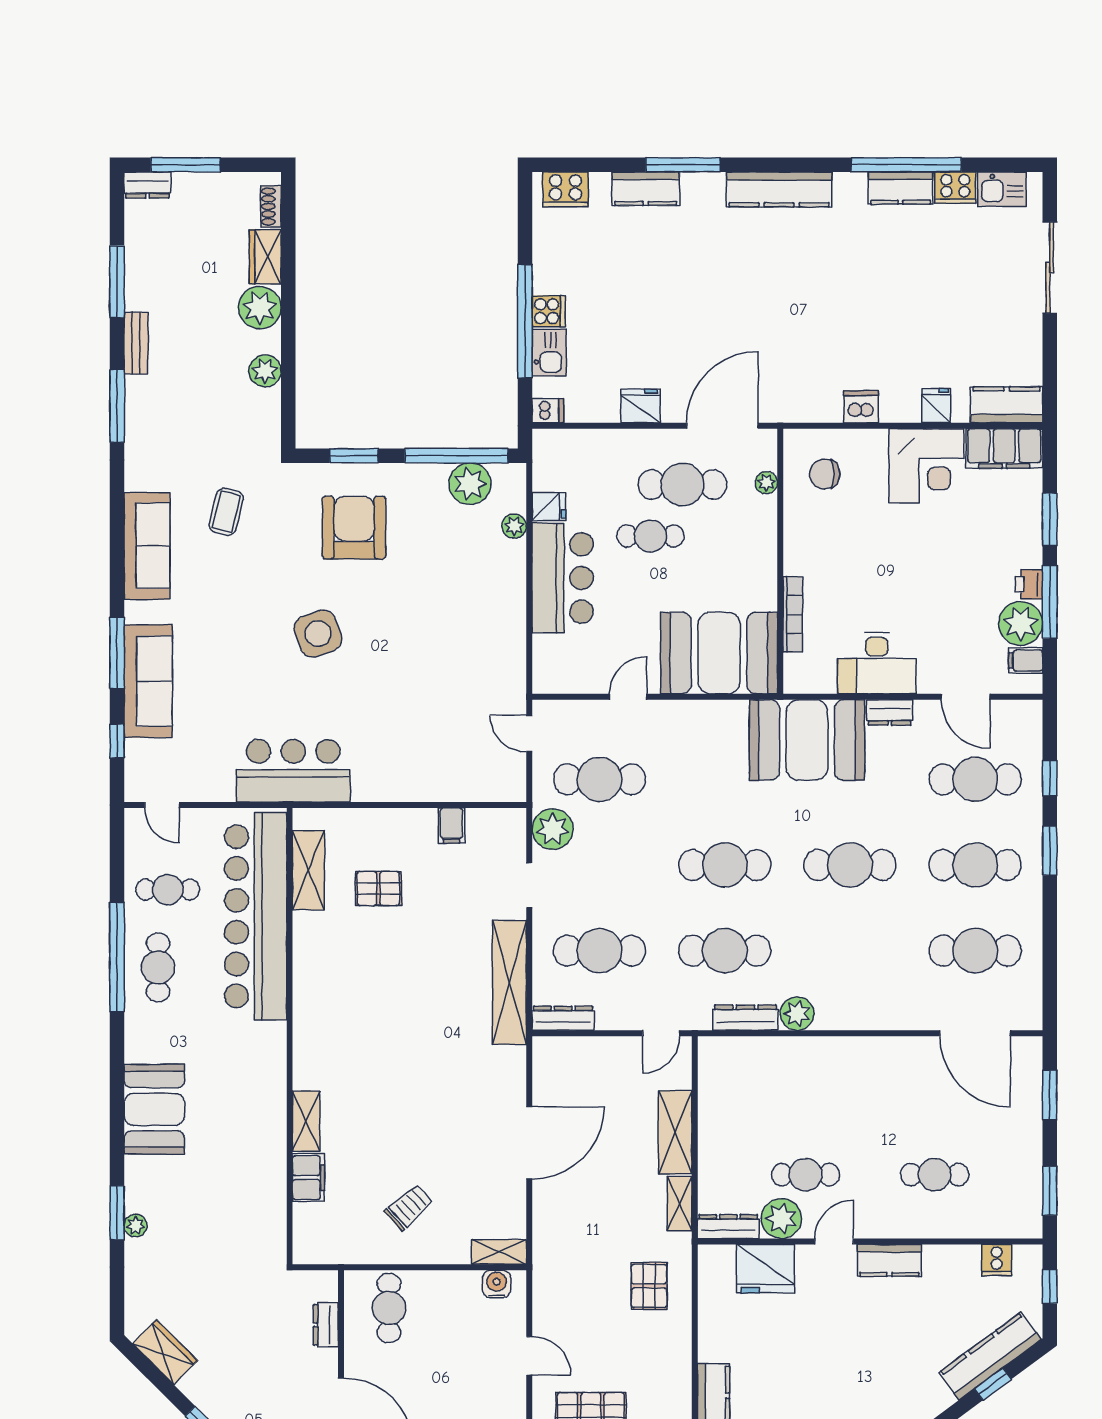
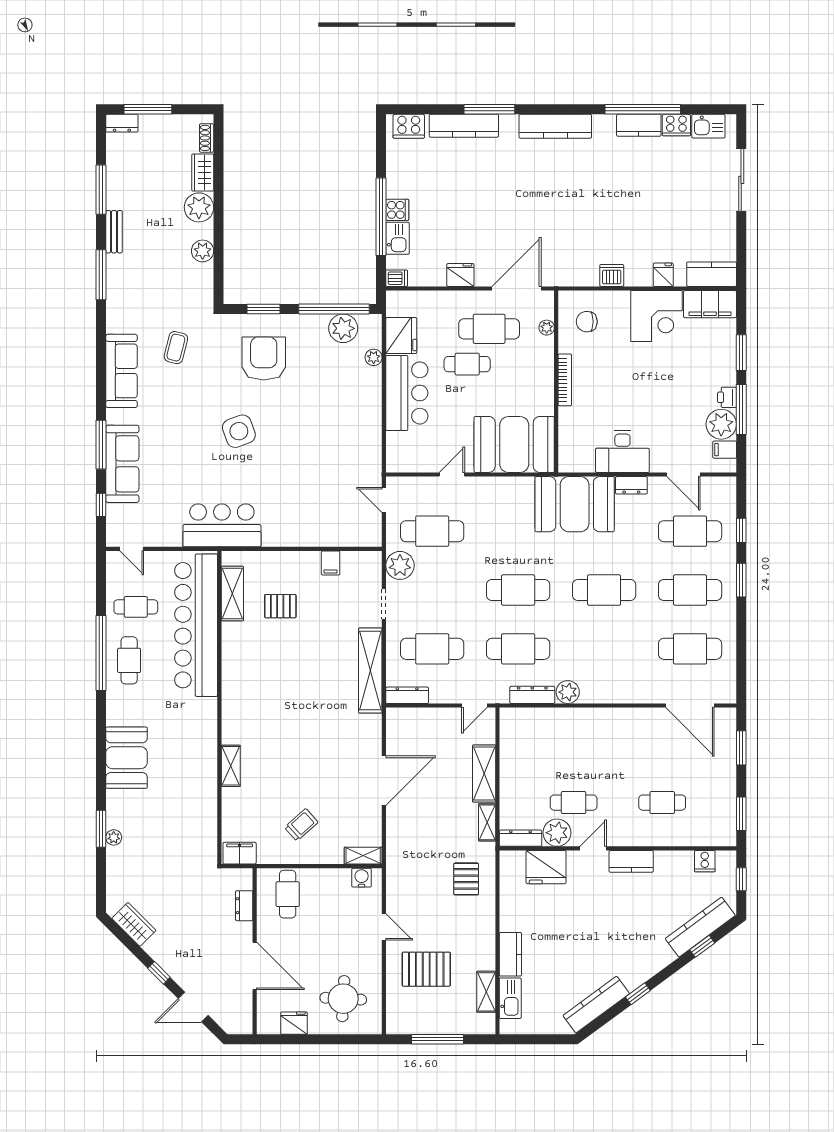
kitchen counter: (646, 189) -> (464, 126), width x1.50
fridge: (549, 507) -> (401, 336), width x1.88, depth x1.34
bookcase: (793, 614) -> (565, 380), moved
filing cabinet: (308, 1178) -> (240, 853), moved, turned -90

